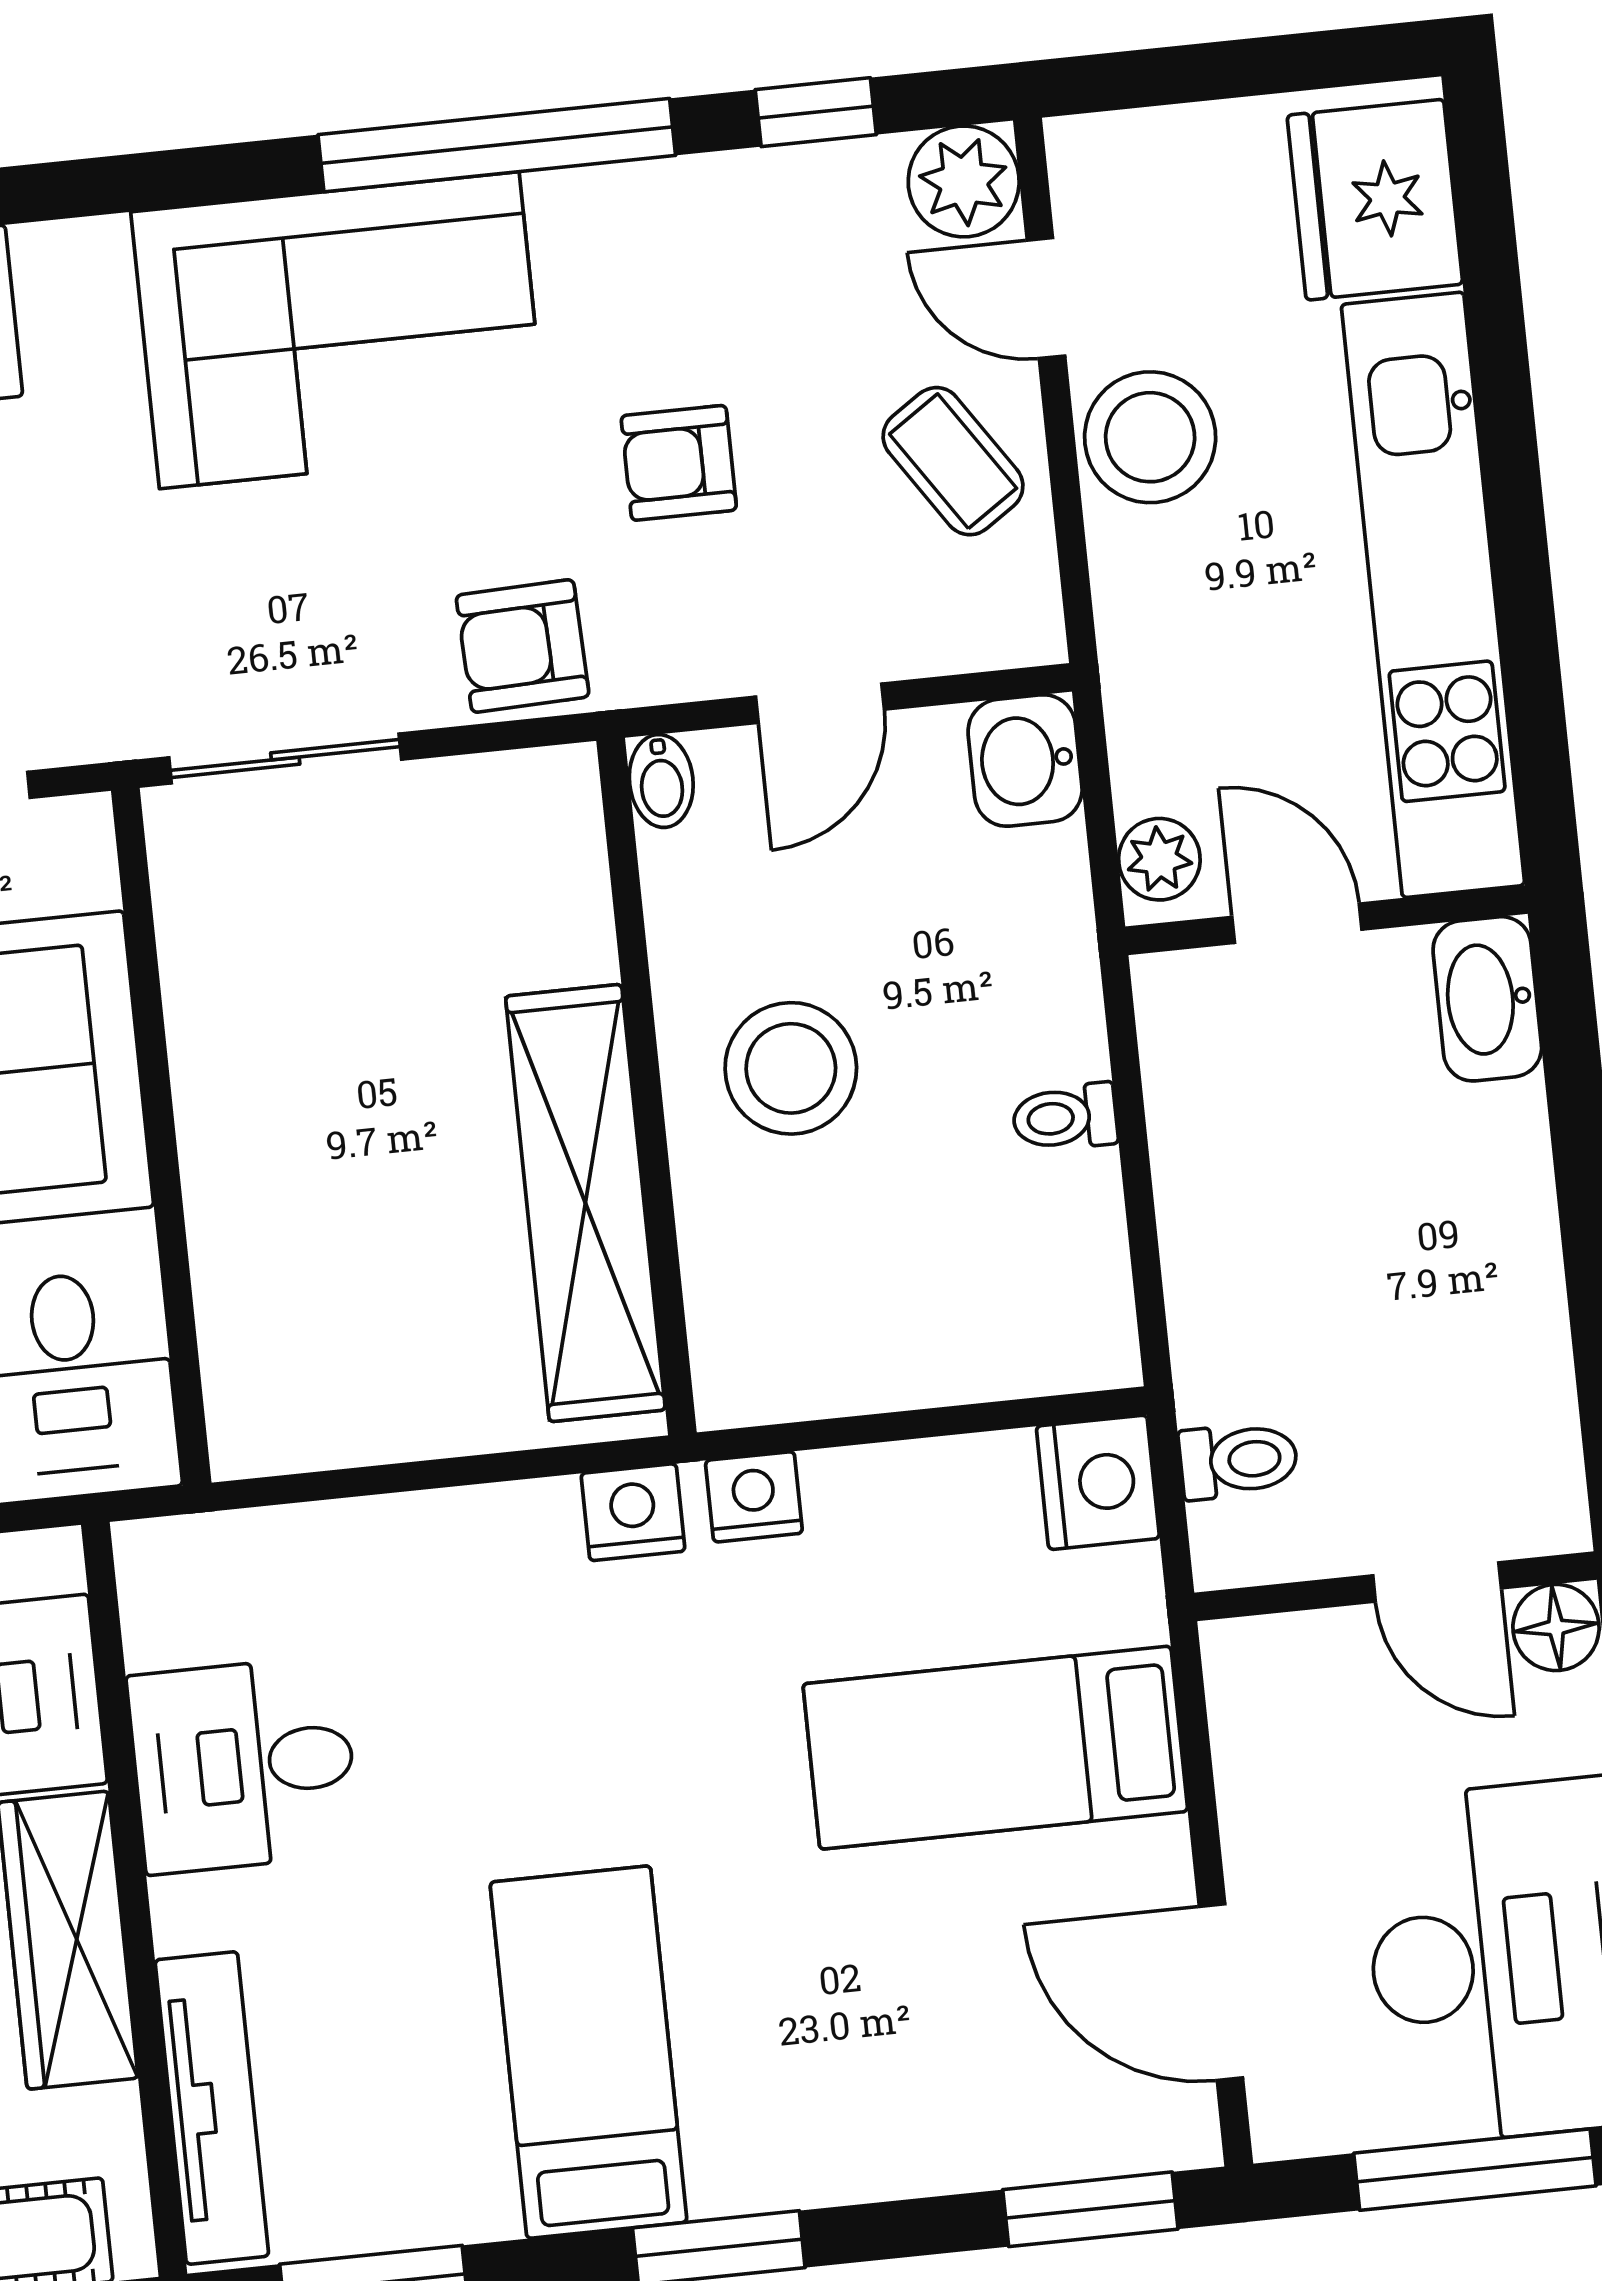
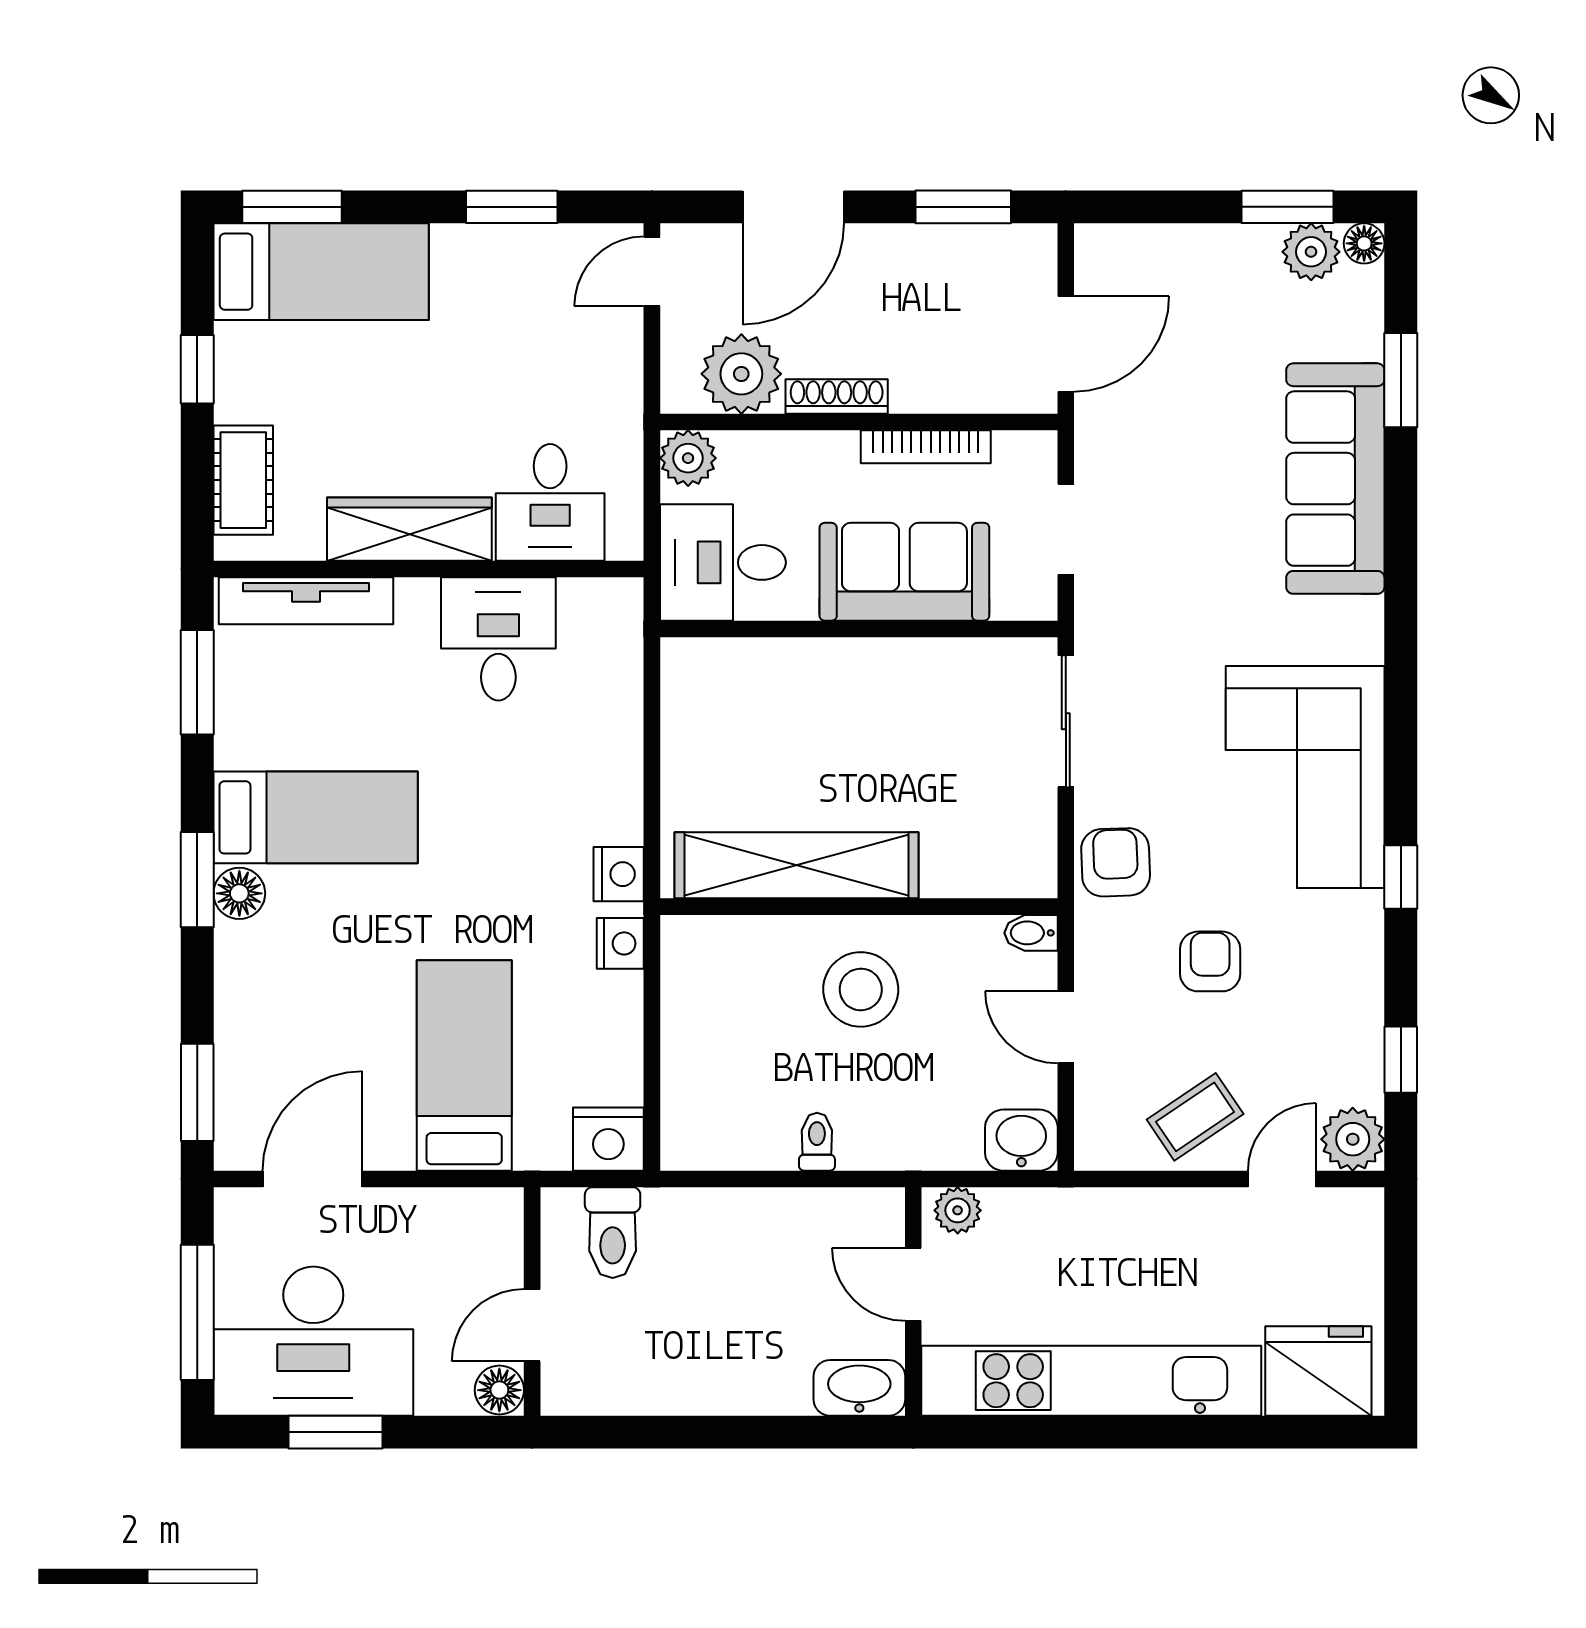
window: (497, 145) -> (1401, 877), width x0.32
stool: (1150, 437) -> (1197, 1230), removed
door: (1297, 923) -> (913, 1284), swing flipped
toilet: (1238, 1460) -> (613, 1233), width x1.37, depth x1.39
floor lamp: (735, 2172) -> (239, 893), added

